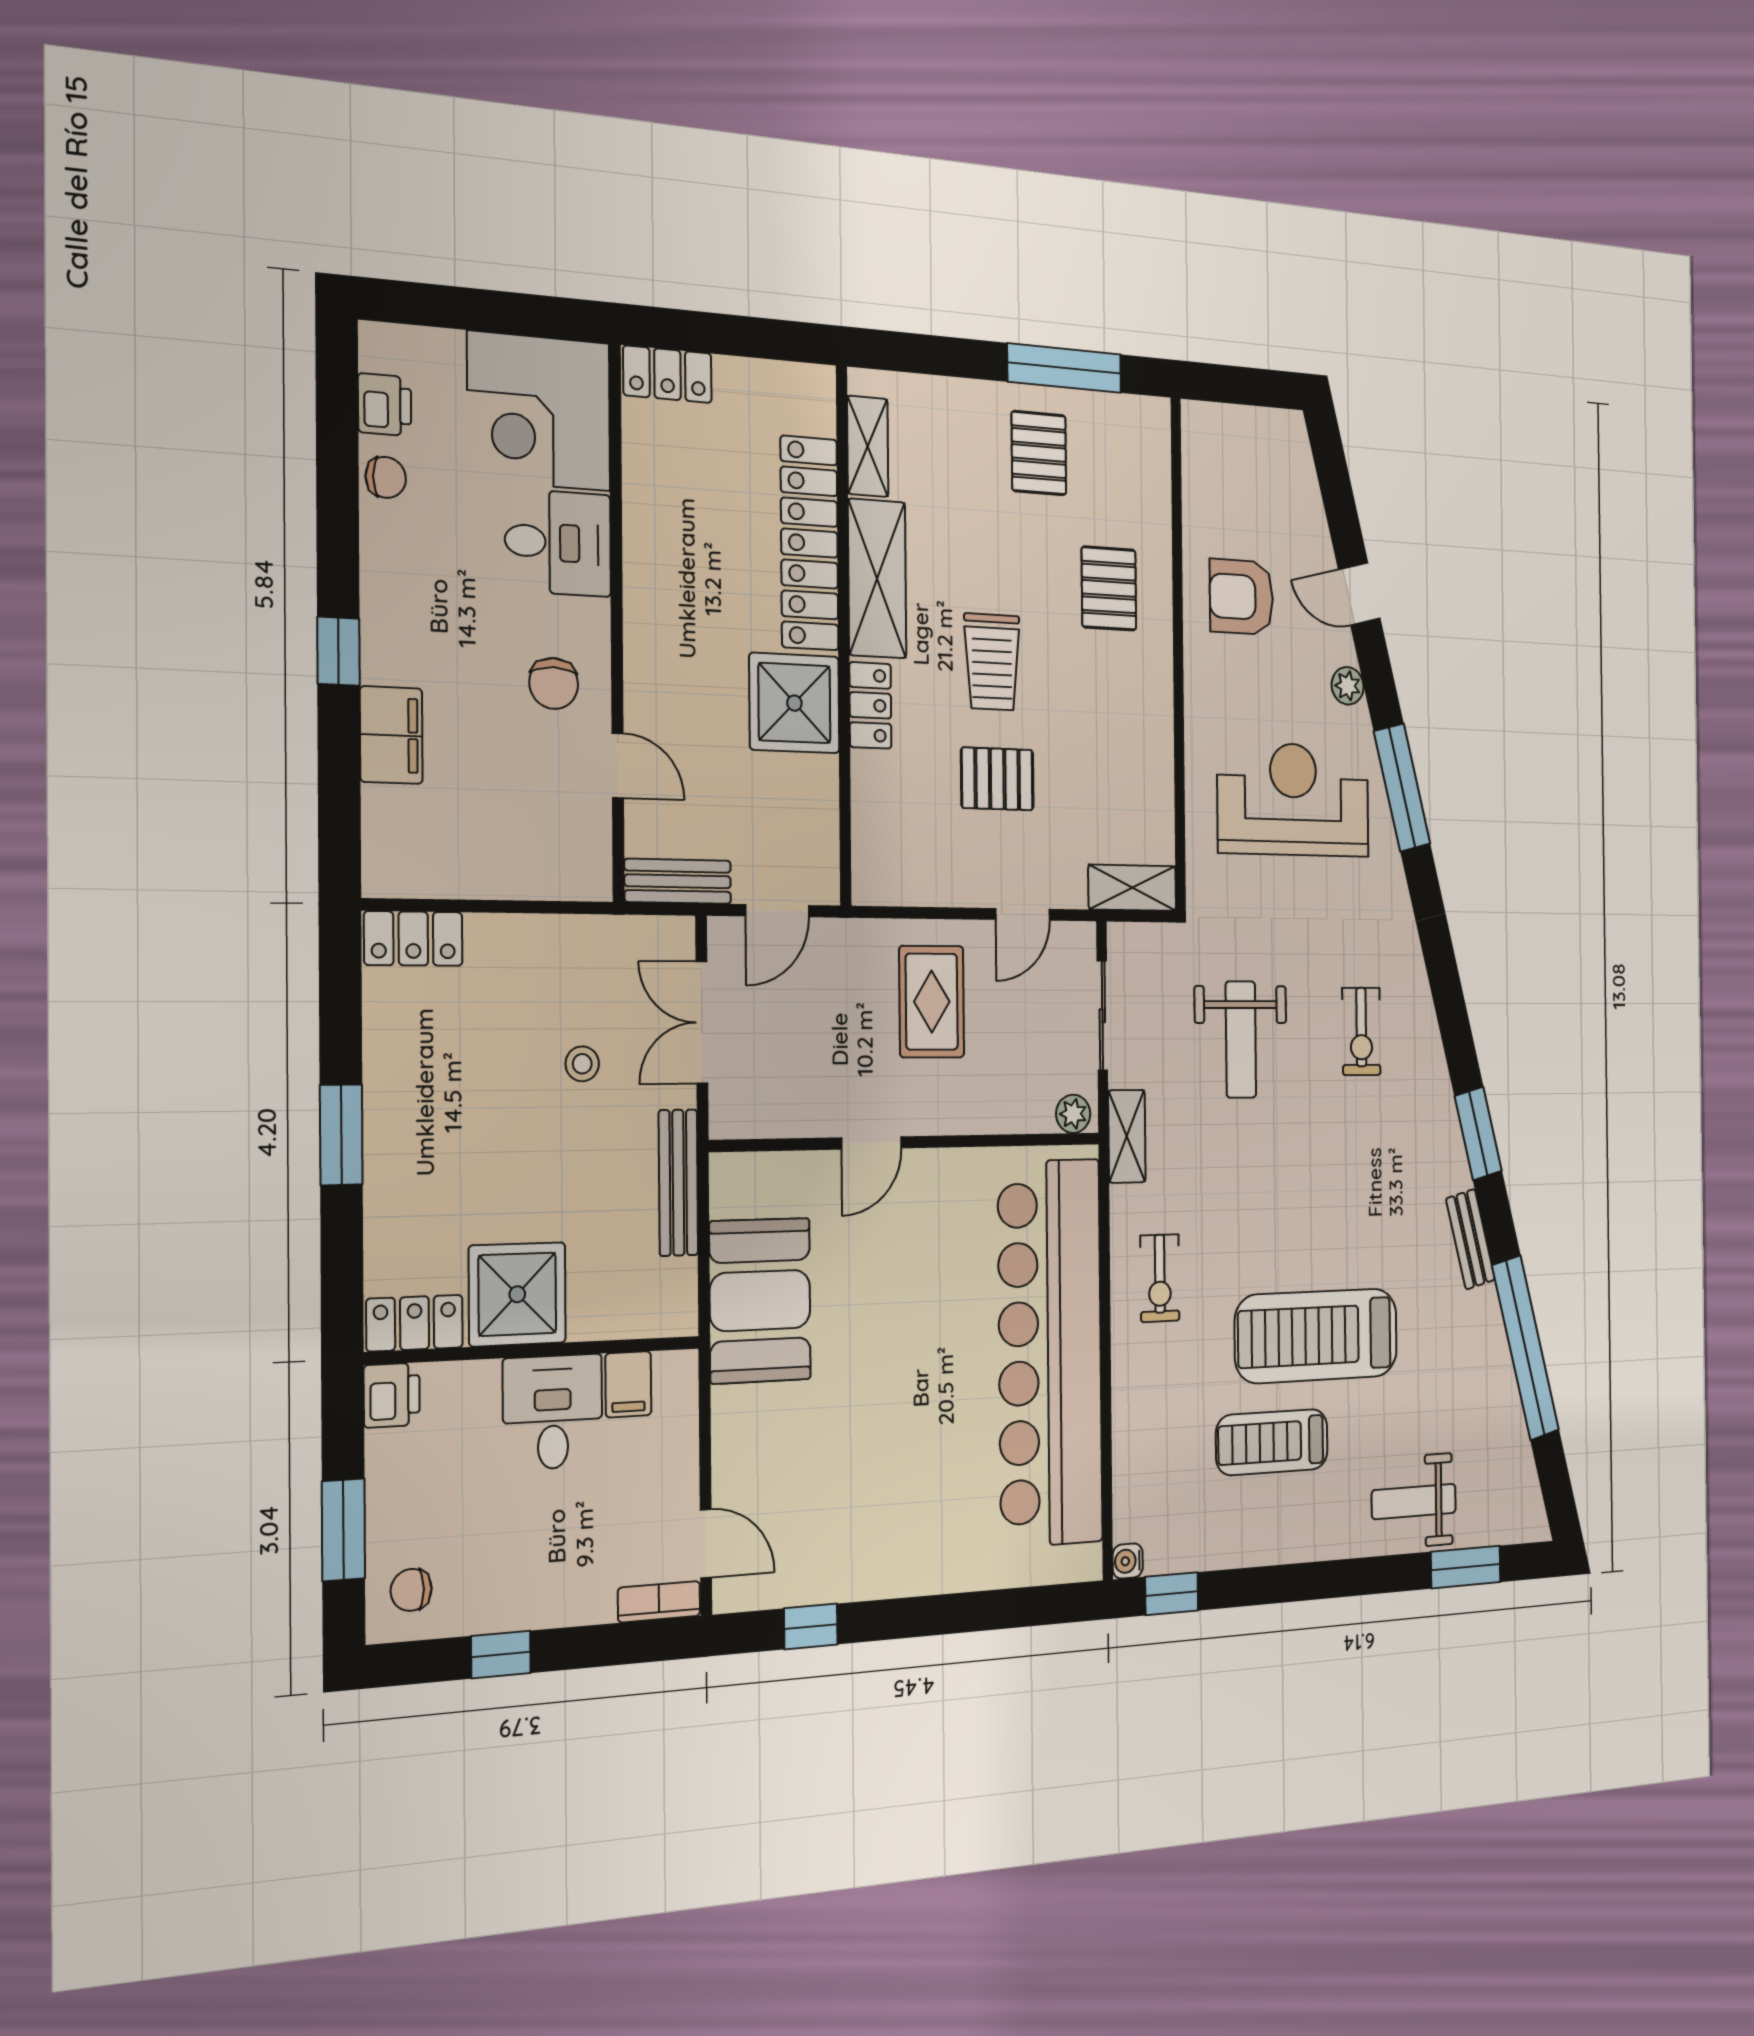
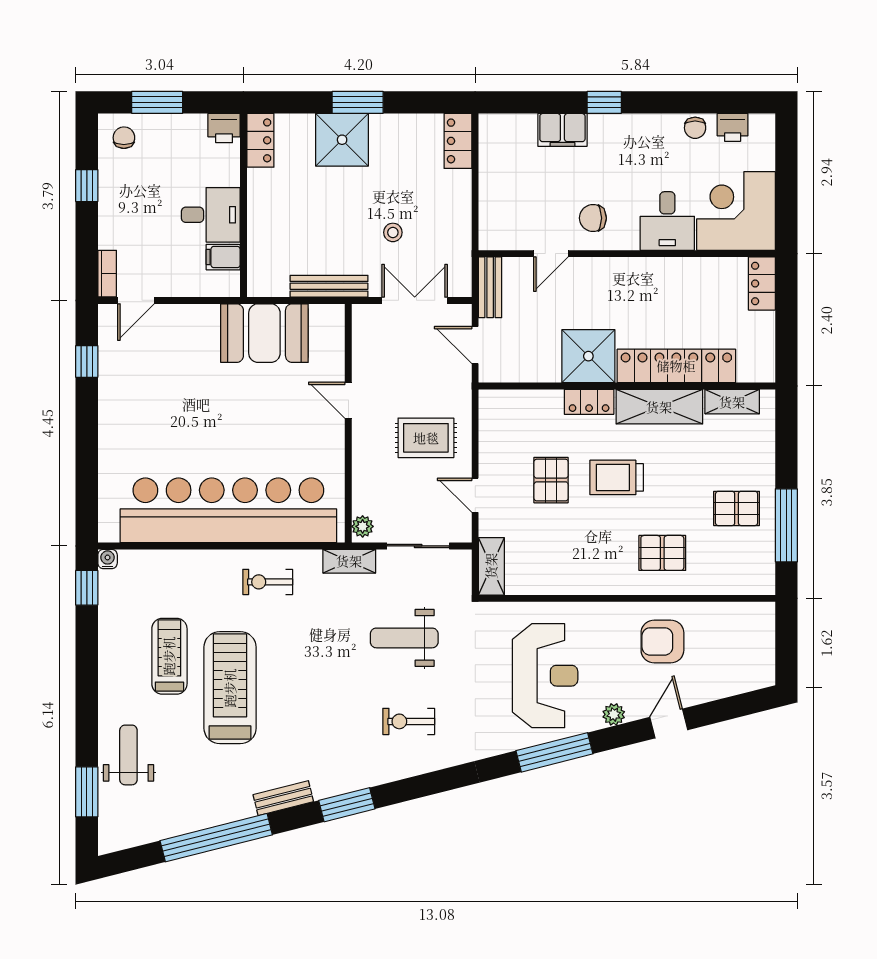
armchair: (1241, 597) -> (662, 641), turned -90
shower: (517, 1294) -> (342, 140), moved

